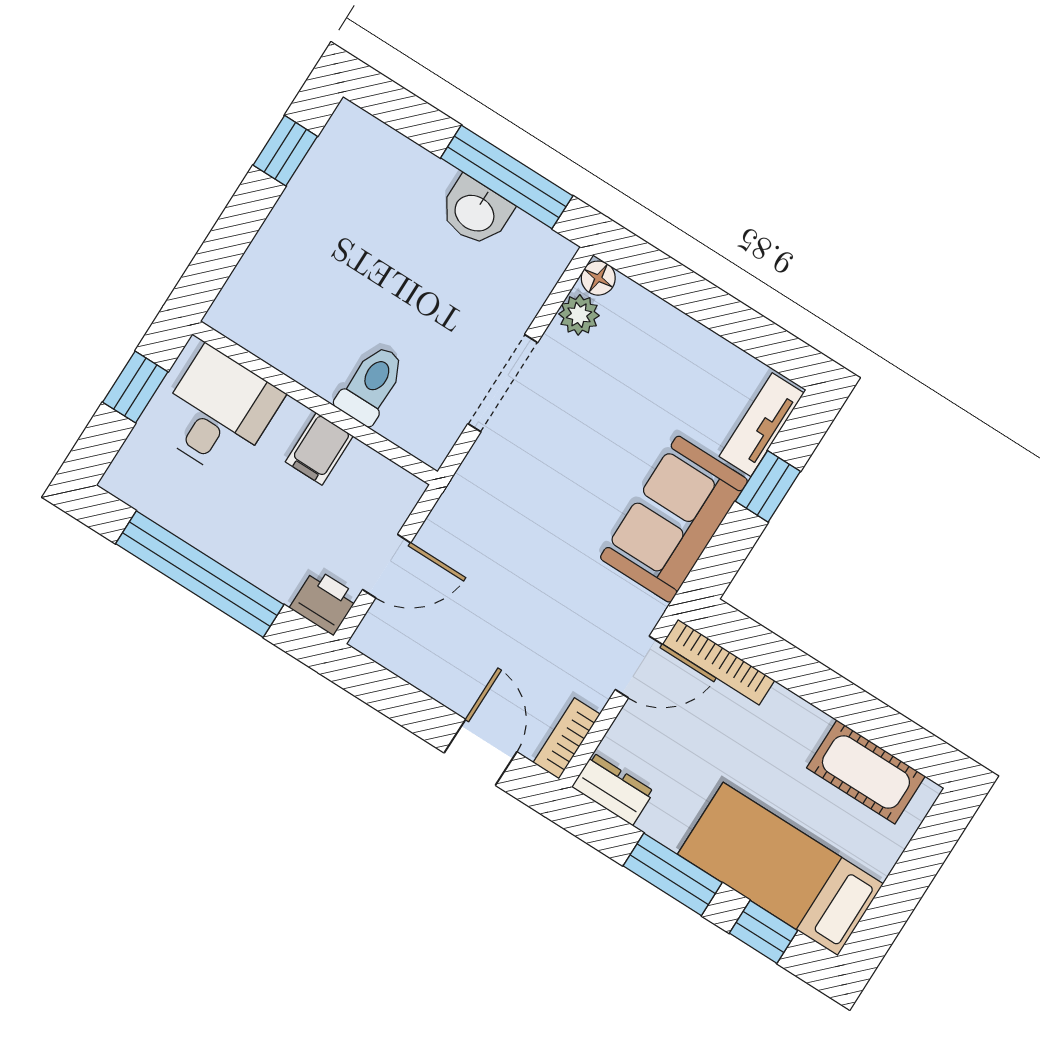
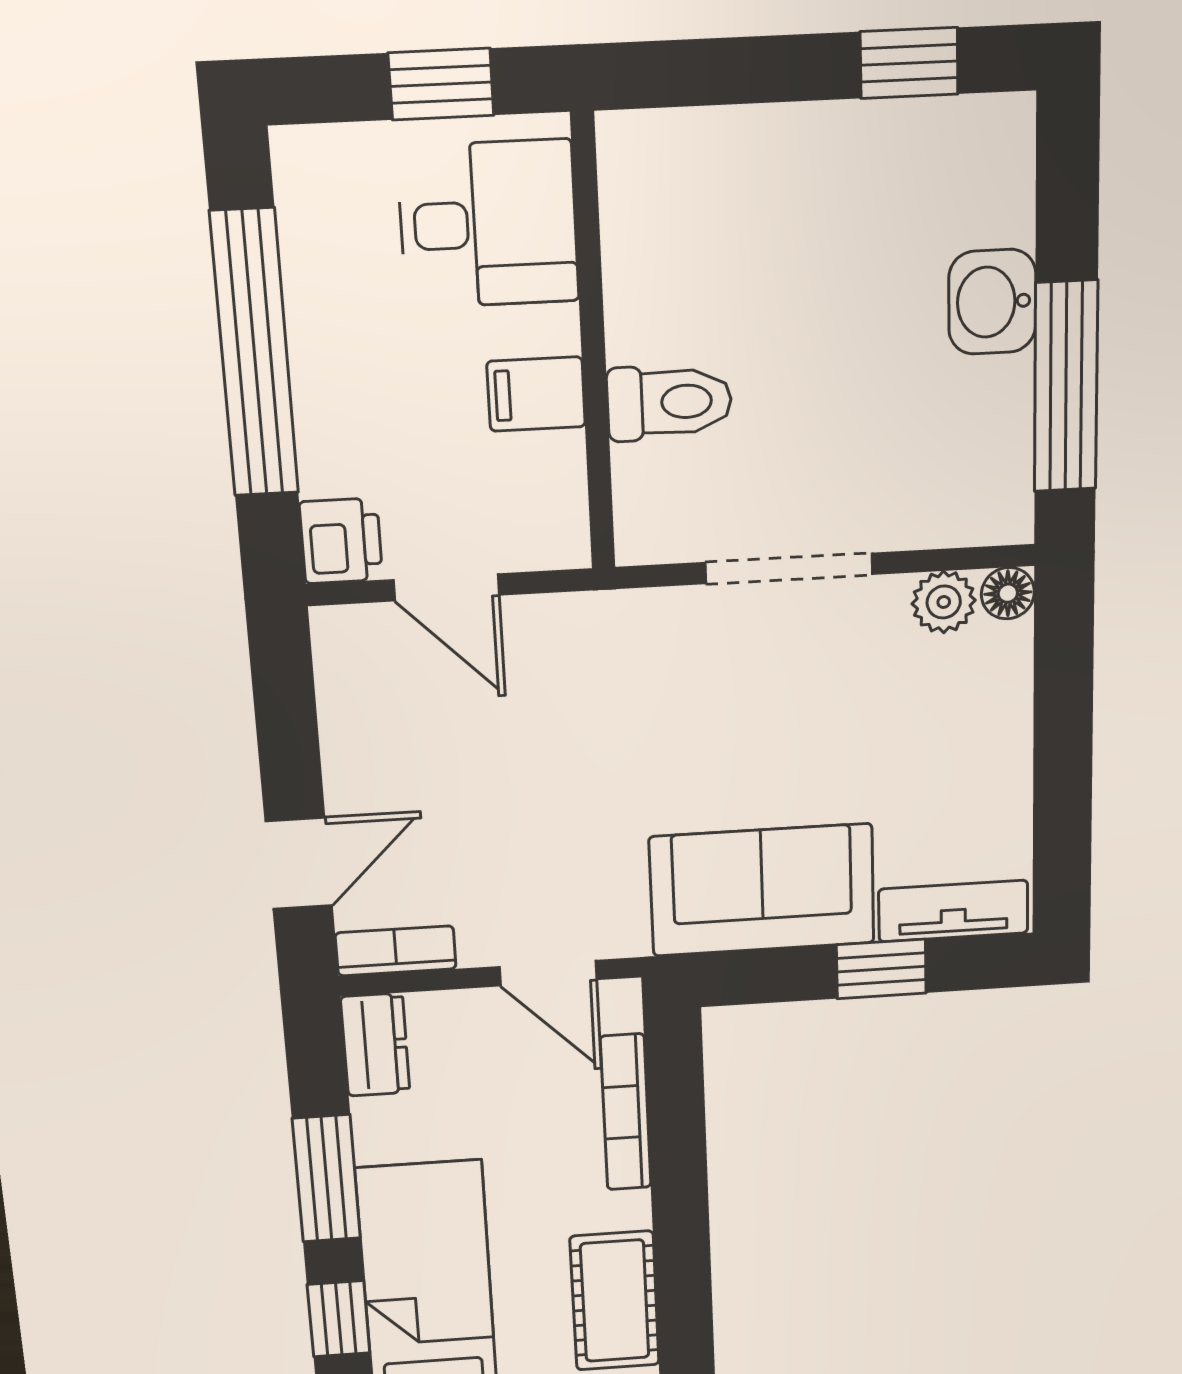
washbasin: (475, 212) -> (992, 302), moved
bookcase: (719, 662) -> (626, 1112), moved

